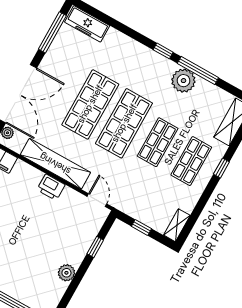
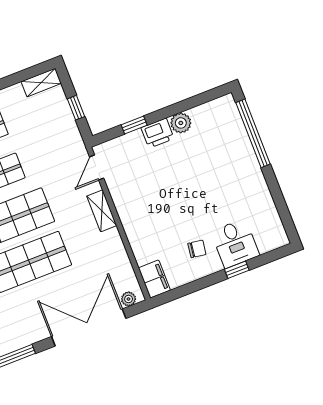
shelving: (55, 164) -> (102, 211), width x0.45, depth x0.75
printer: (51, 187) -> (158, 133), moved, turned 90

